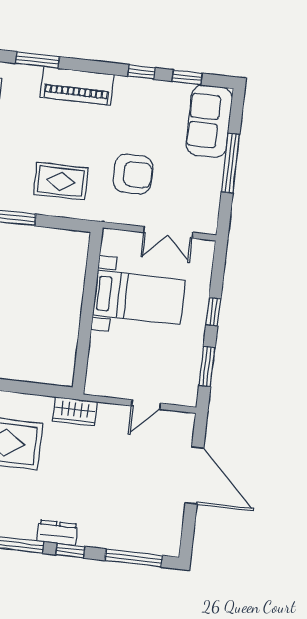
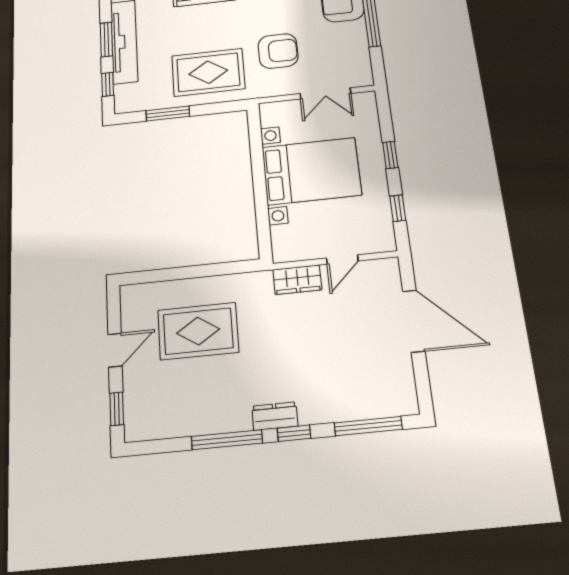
rug: (61, 181) -> (208, 72), width x1.36, depth x1.43
bed with nightstands: (139, 298) -> (311, 171), width x1.36
window: (207, 367) -> (398, 208), width x0.67
wardrobe: (75, 411) -> (297, 280), moved

